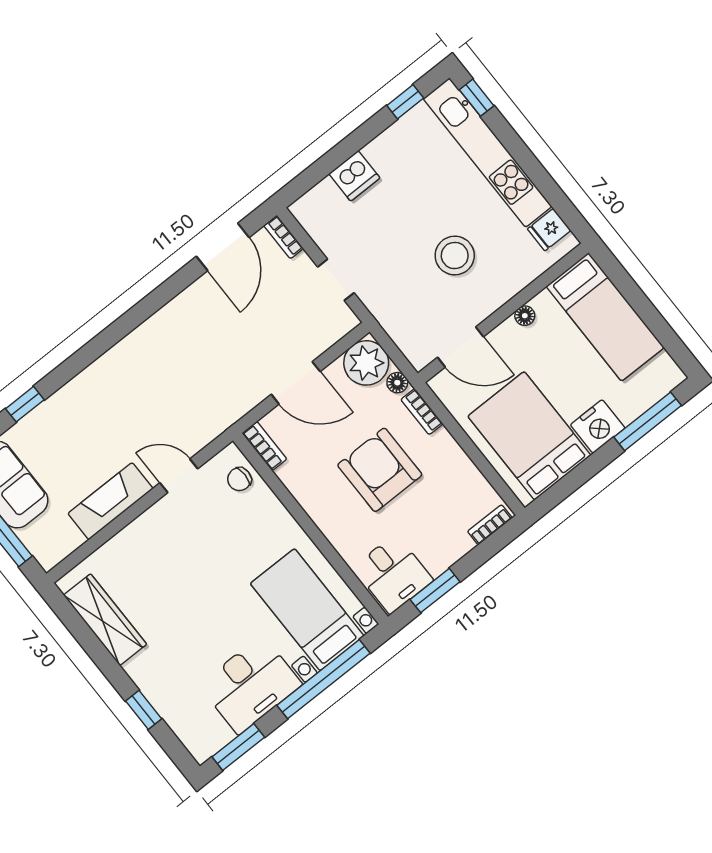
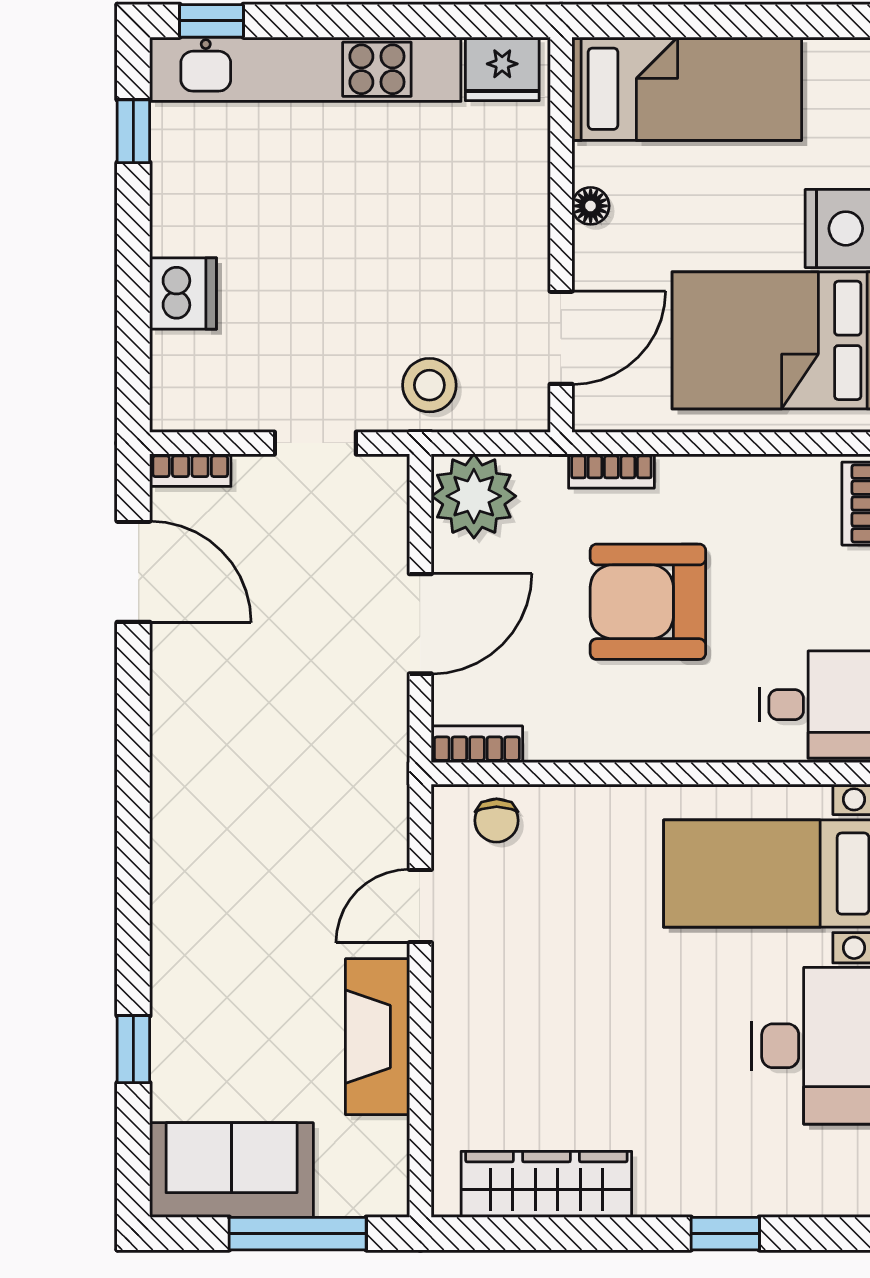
fridge: (549, 230) -> (502, 69), width x1.38
stool: (455, 256) -> (429, 385), moved, width x0.73, depth x0.73
floor lamp: (397, 383) -> (540, 473), removed

